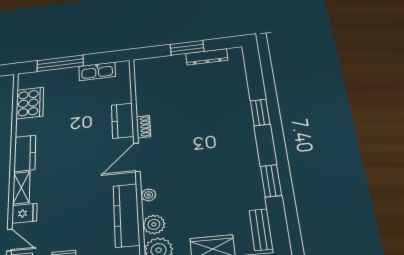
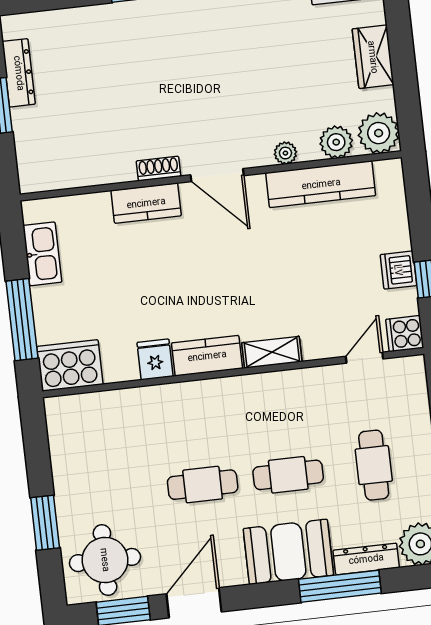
cooker: (30, 103) -> (70, 365), moved
fridge: (24, 213) -> (155, 359), moved

